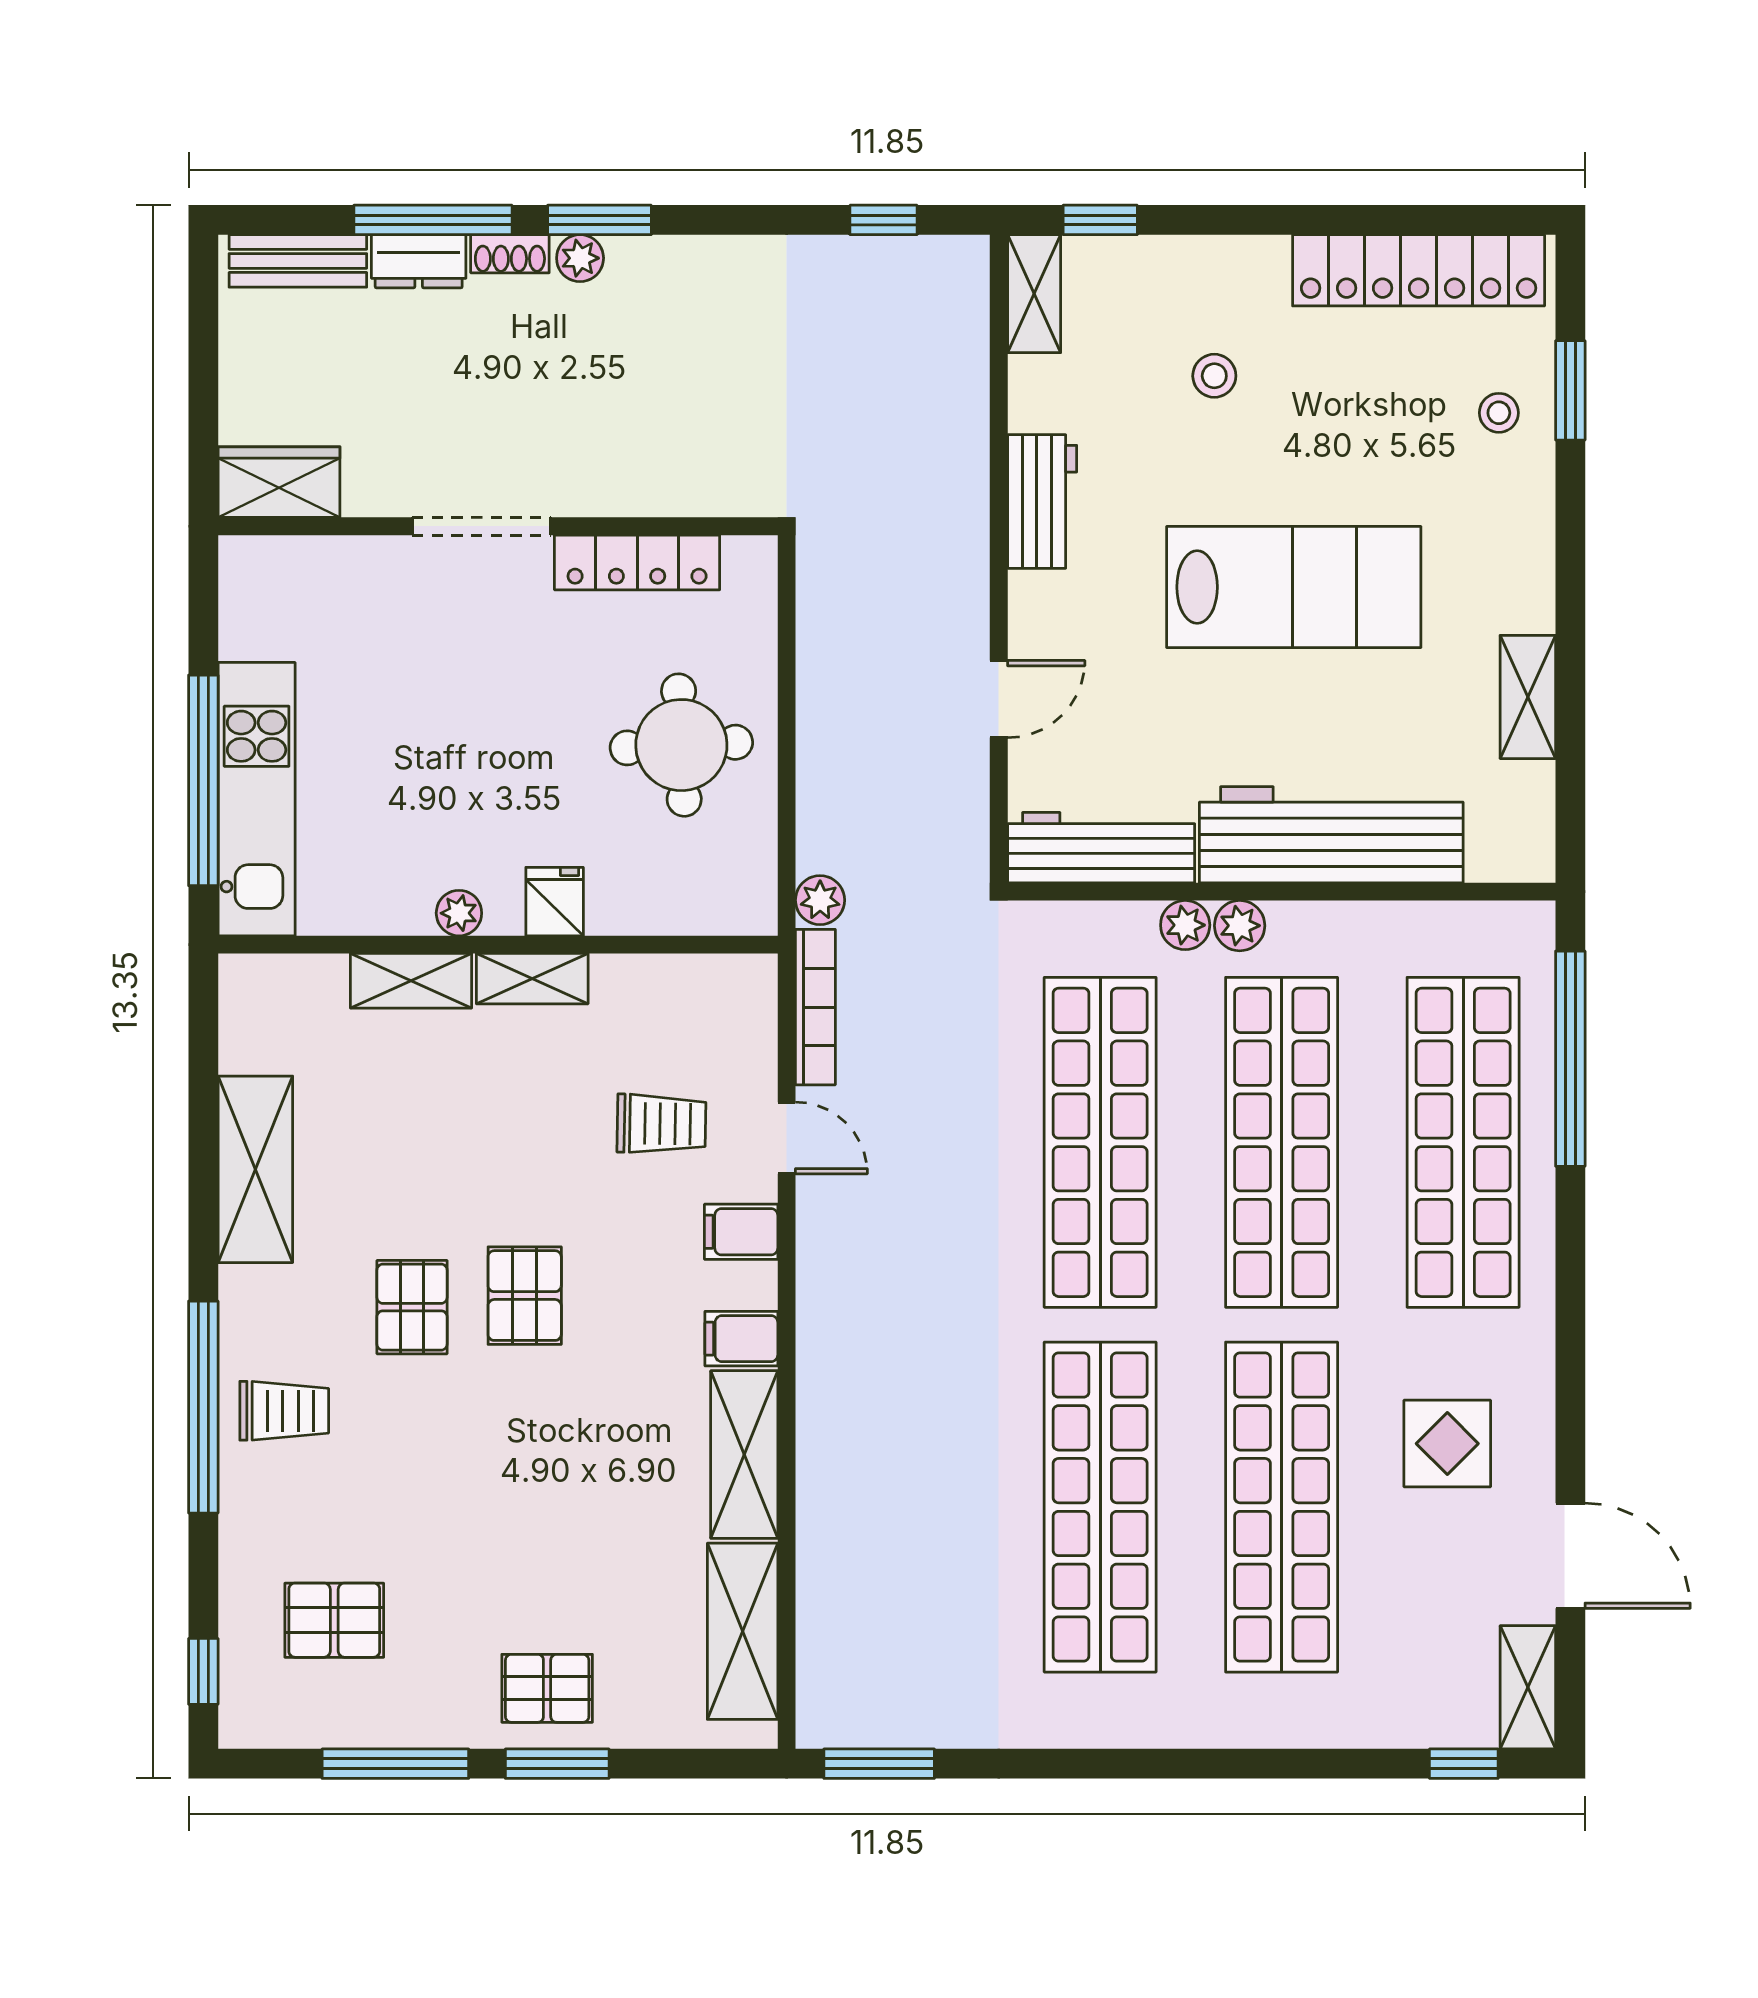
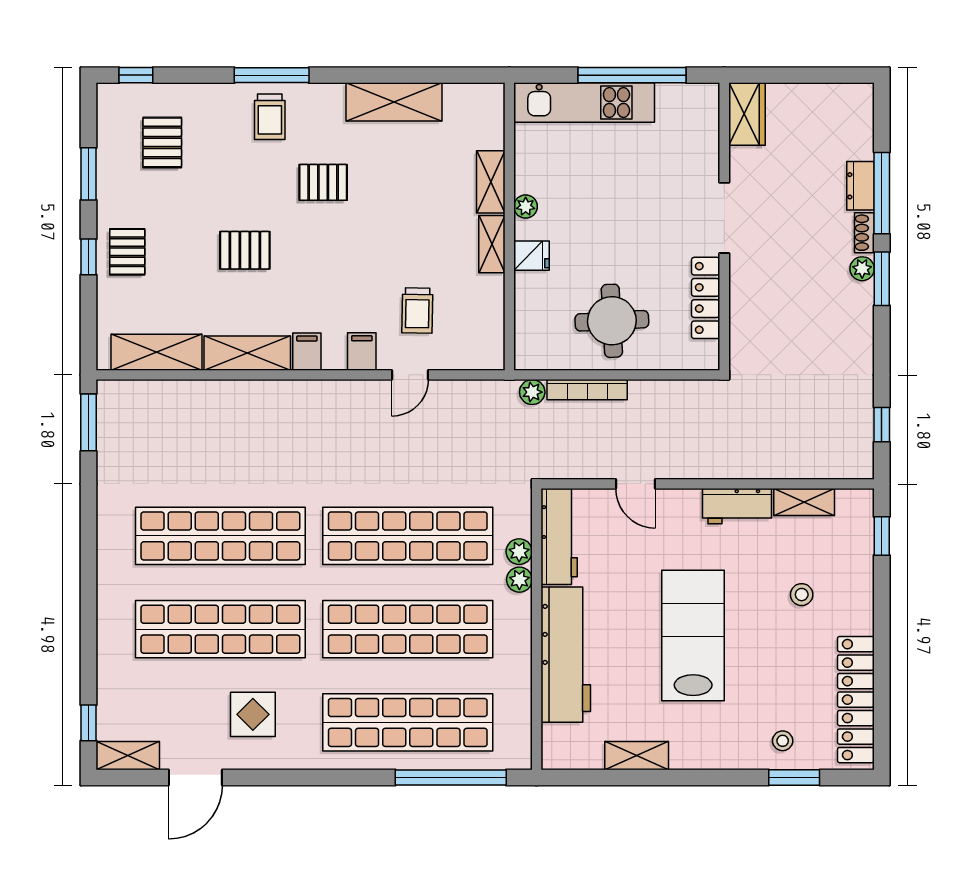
bench: (298, 261) -> (861, 124), removed
shelving: (1034, 294) -> (804, 502), moved
lab bench: (1294, 587) -> (693, 635), turned 180
window: (203, 780) -> (632, 75), moved
plant: (1240, 926) -> (519, 552), moved
bookcase: (815, 1007) -> (587, 390), moved
pallet: (525, 1296) -> (245, 250), moved
window: (203, 1407) -> (272, 75), width x0.68
window: (395, 1764) -> (89, 174), width x0.69
window: (557, 1764) -> (89, 257), width x0.67

